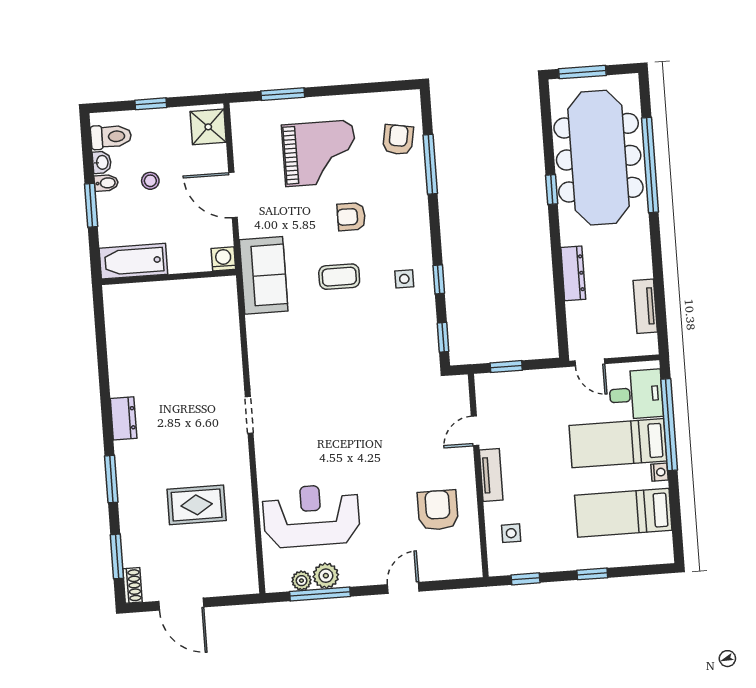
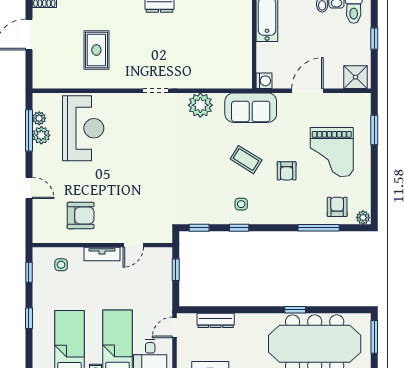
plant: (411, 101) -> (363, 218), added
armchair: (398, 140) -> (337, 207), turned -100
stool: (150, 181) -> (321, 35), removed
armchair: (351, 217) -> (287, 171), turned 180
dresser: (573, 273) -> (216, 320), moved
coffee table: (339, 277) -> (246, 160), turned -58
plant: (265, 349) -> (200, 105), added
door: (475, 431) -> (133, 245), swing flipped

